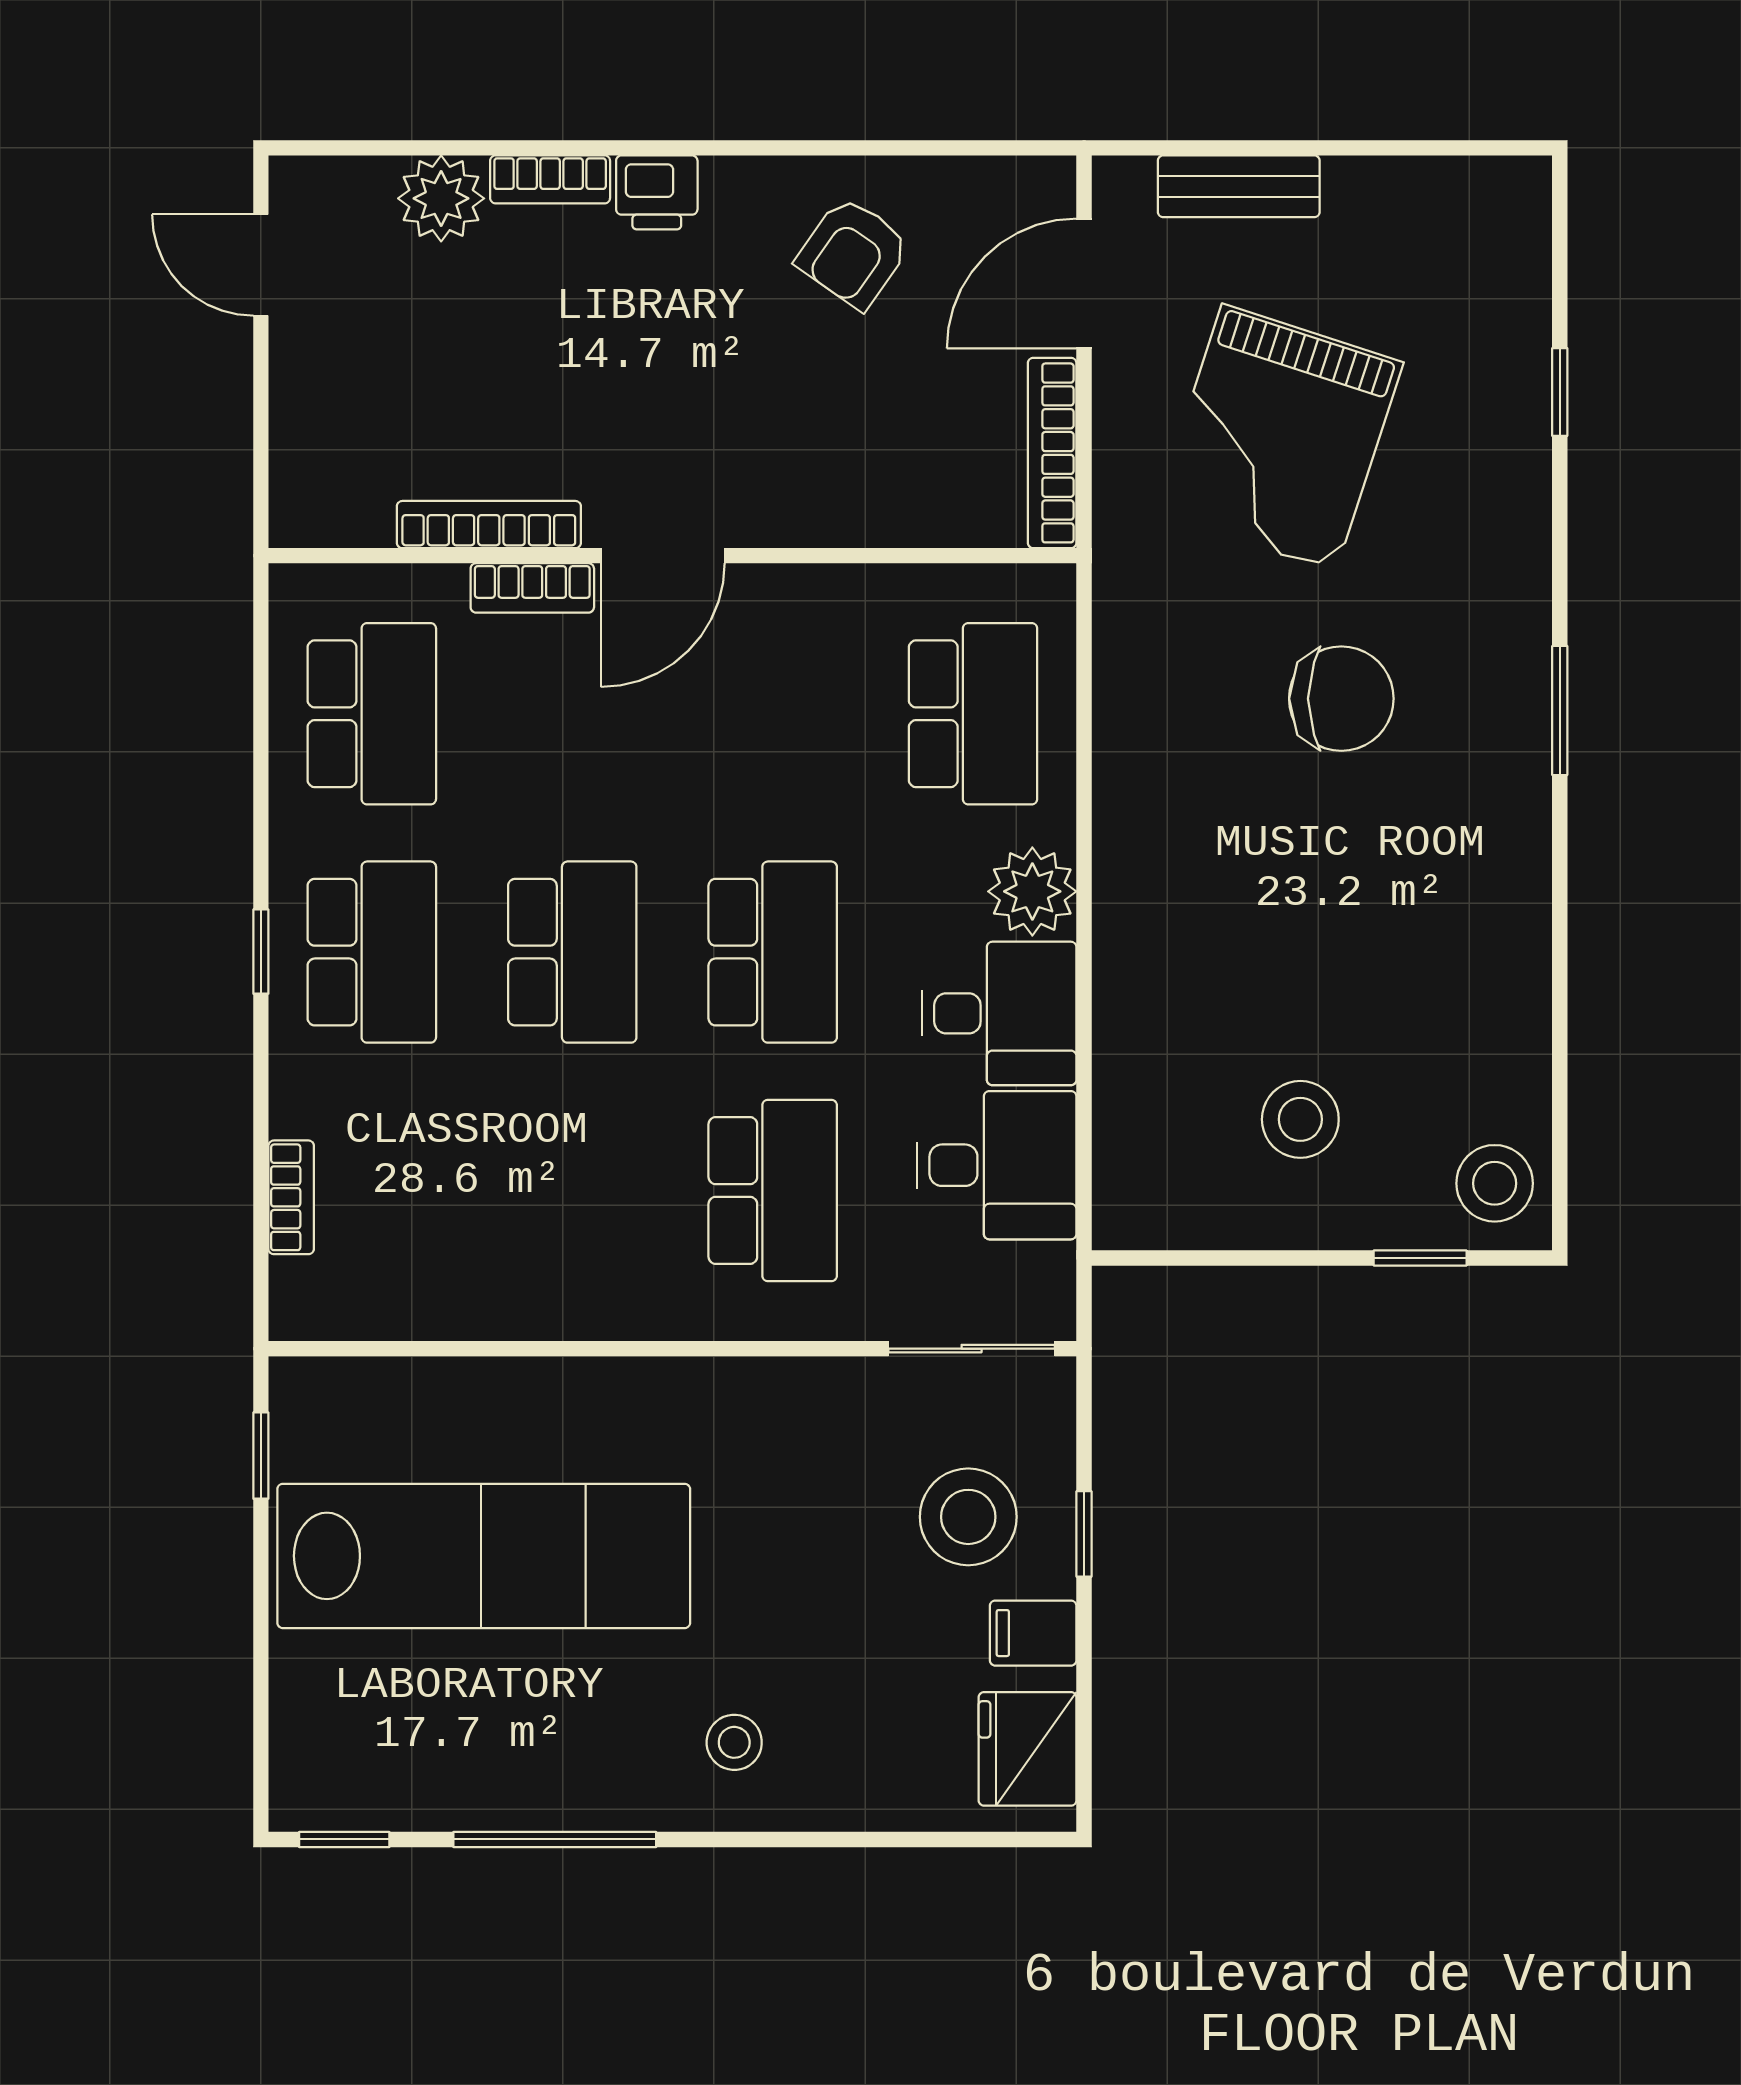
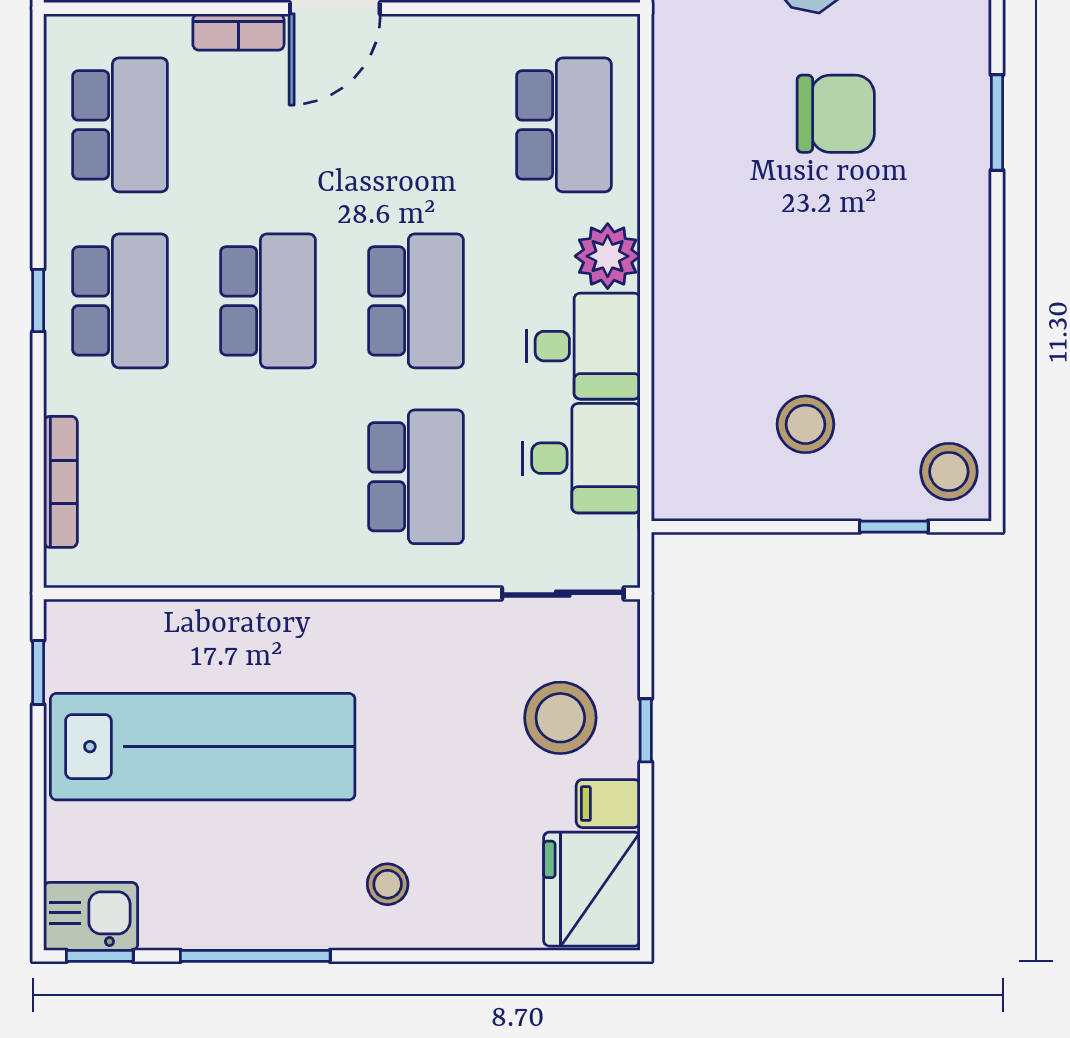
bookcase: (291, 1197) -> (61, 482), width x1.56
fridge: (1028, 1749) -> (592, 889), width x1.36, depth x1.34
kitchen sink: (332, 1786) -> (91, 916), added

